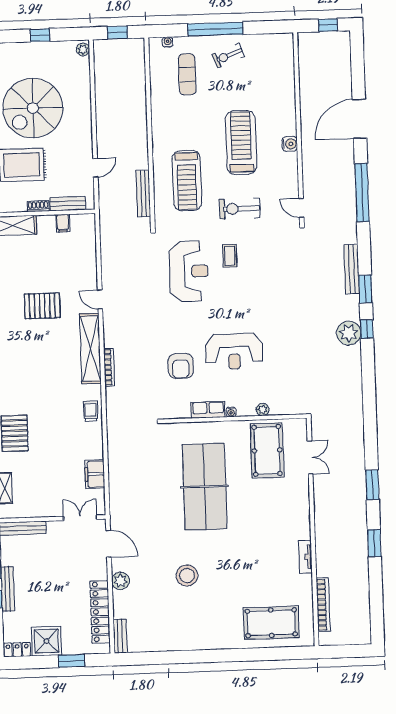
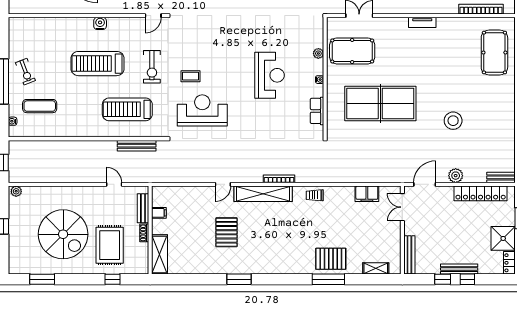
treadmill: (187, 181) -> (127, 109), turned 180
armchair: (181, 366) -> (280, 120), removed
row of seats: (208, 410) -> (317, 111), moved
tv unit: (305, 557) -> (422, 22), moved

